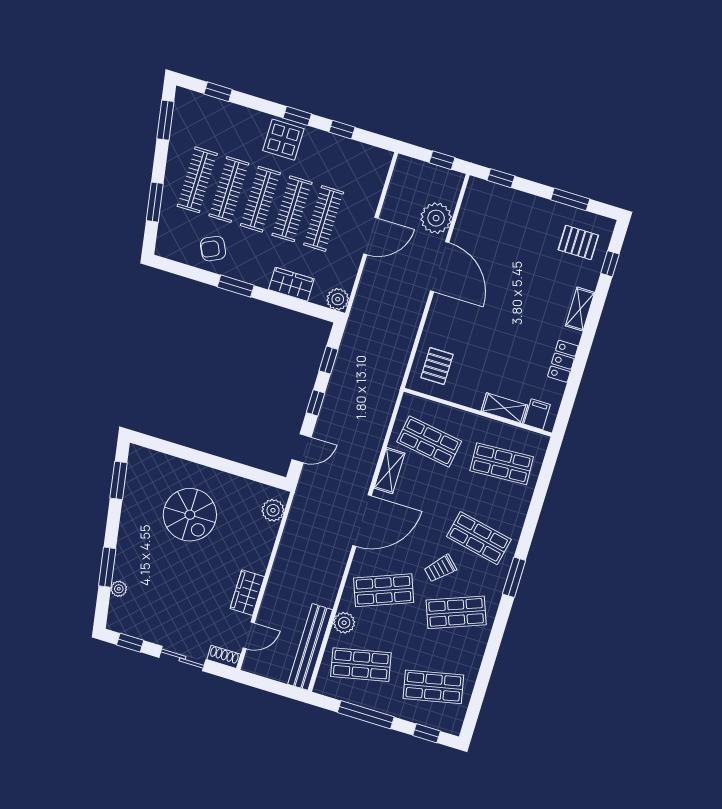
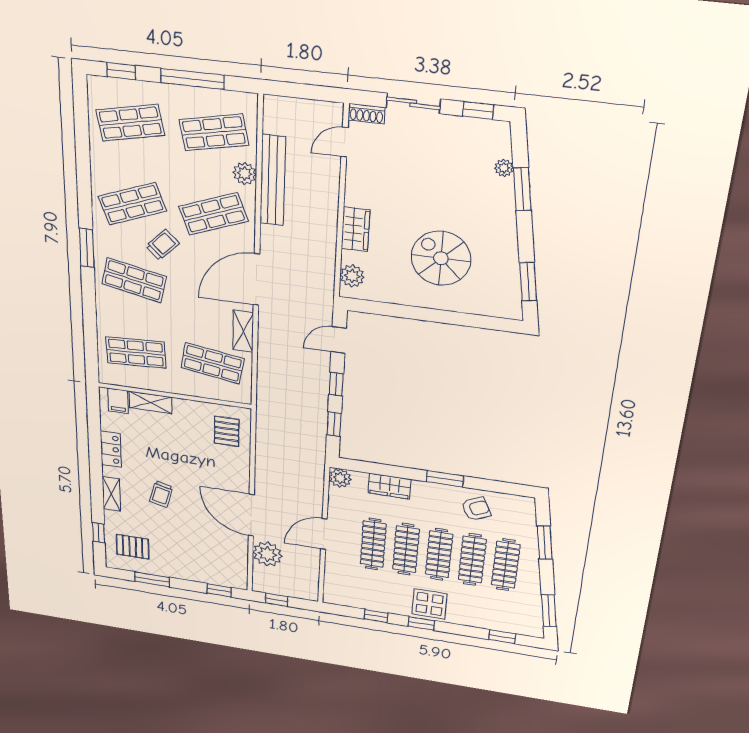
trolley: (527, 303) -> (161, 494), added
wardrobe: (247, 593) -> (355, 229), moved
bench: (310, 647) -> (273, 180), moved

